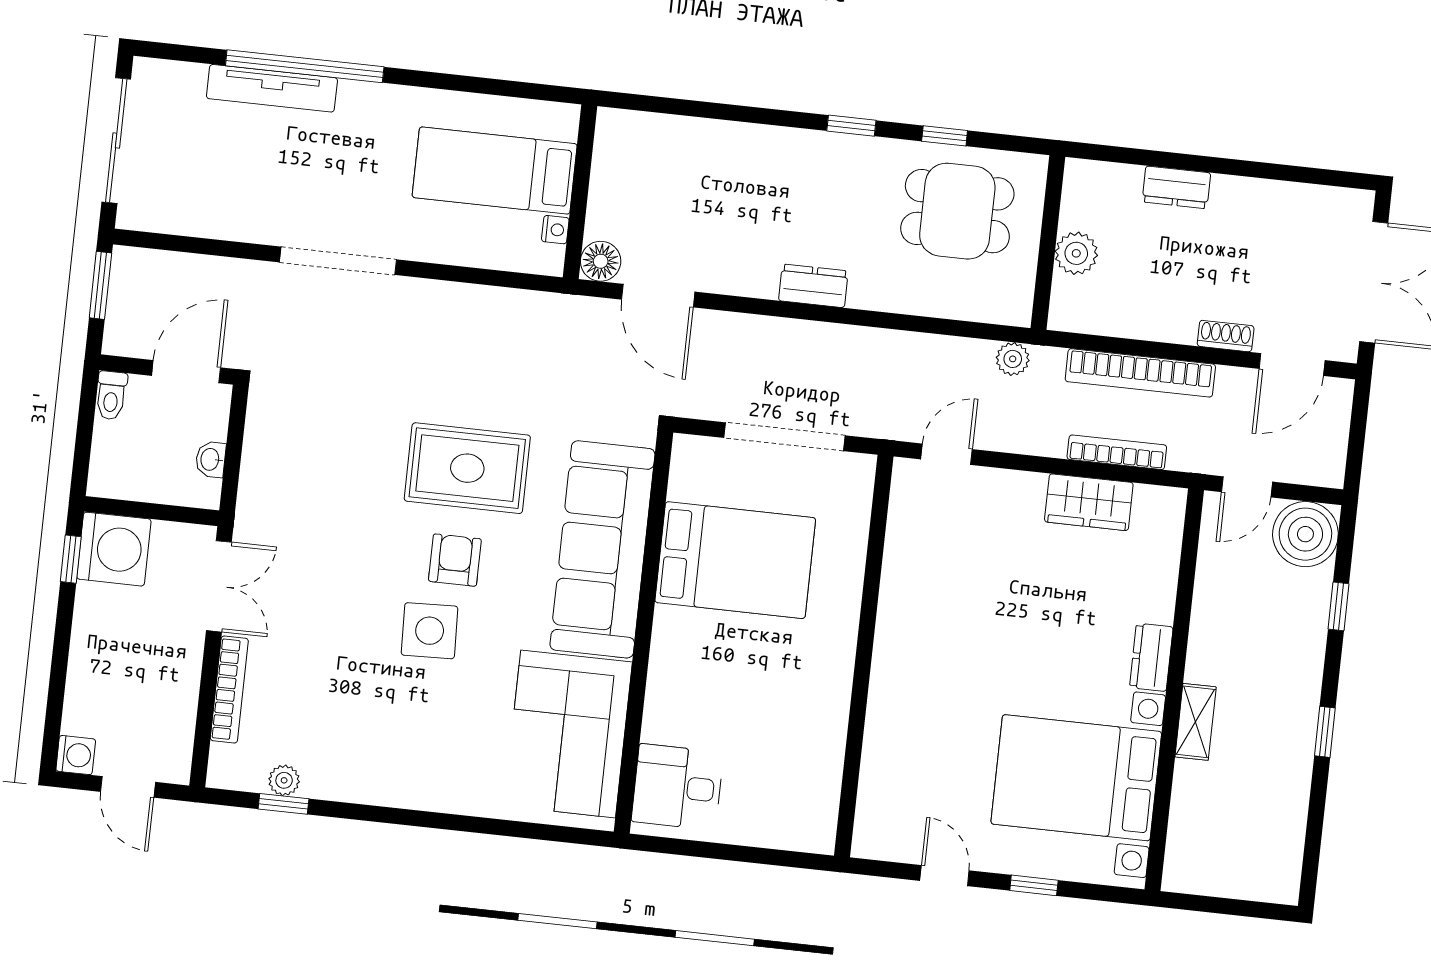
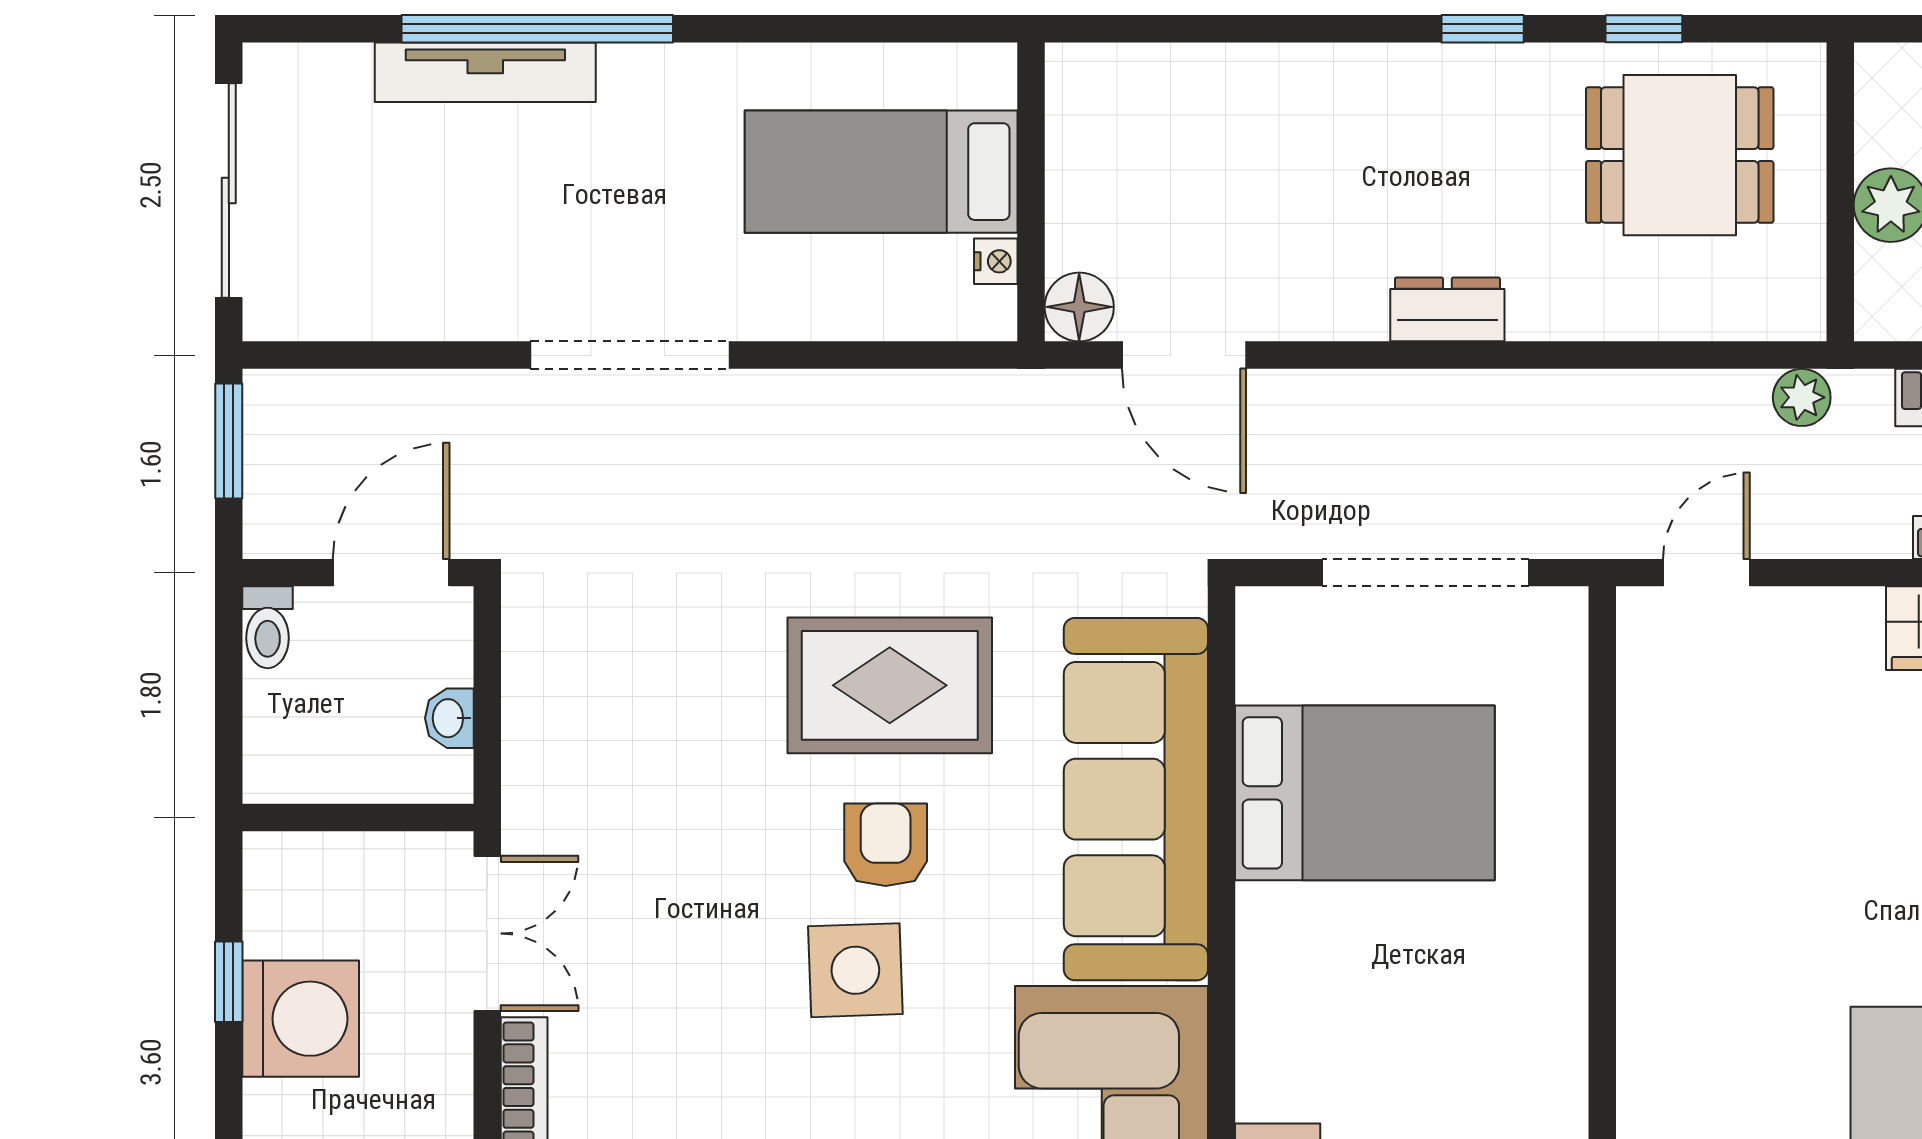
washing machine: (114, 549) -> (301, 1019), moved
window: (71, 559) -> (229, 982), moved

